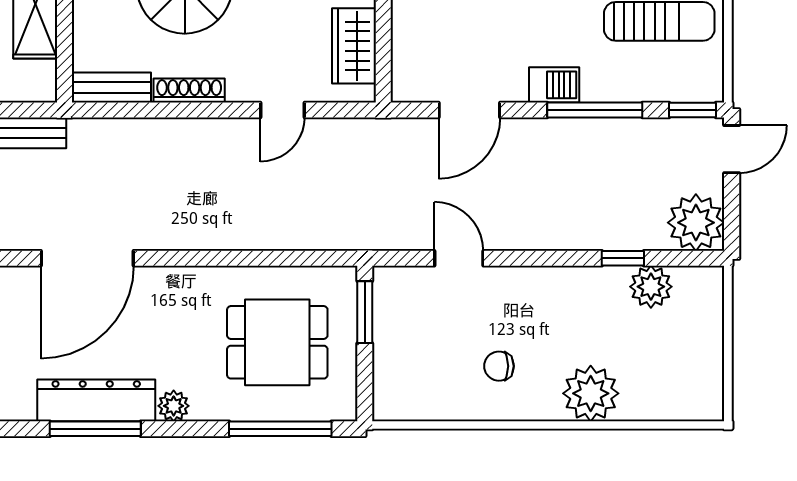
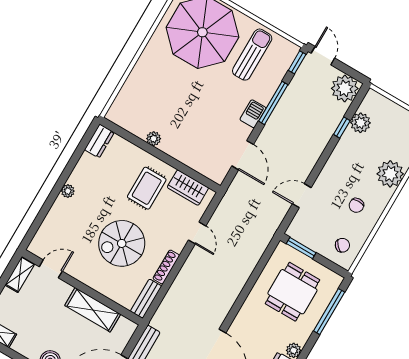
chair: (413, 383) -> (342, 245), added

